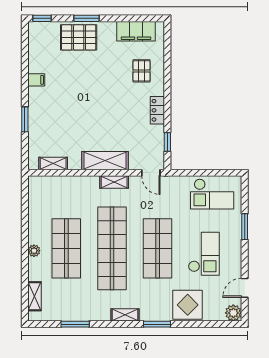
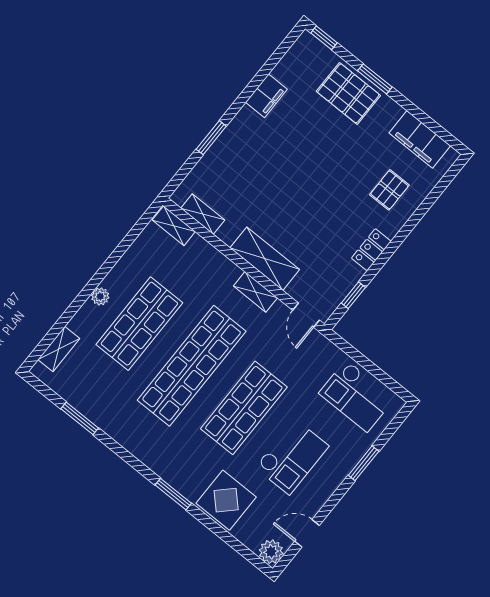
filing cabinet: (36, 80) -> (266, 96), width x2.00
shelving: (125, 315) -> (174, 226), moved

